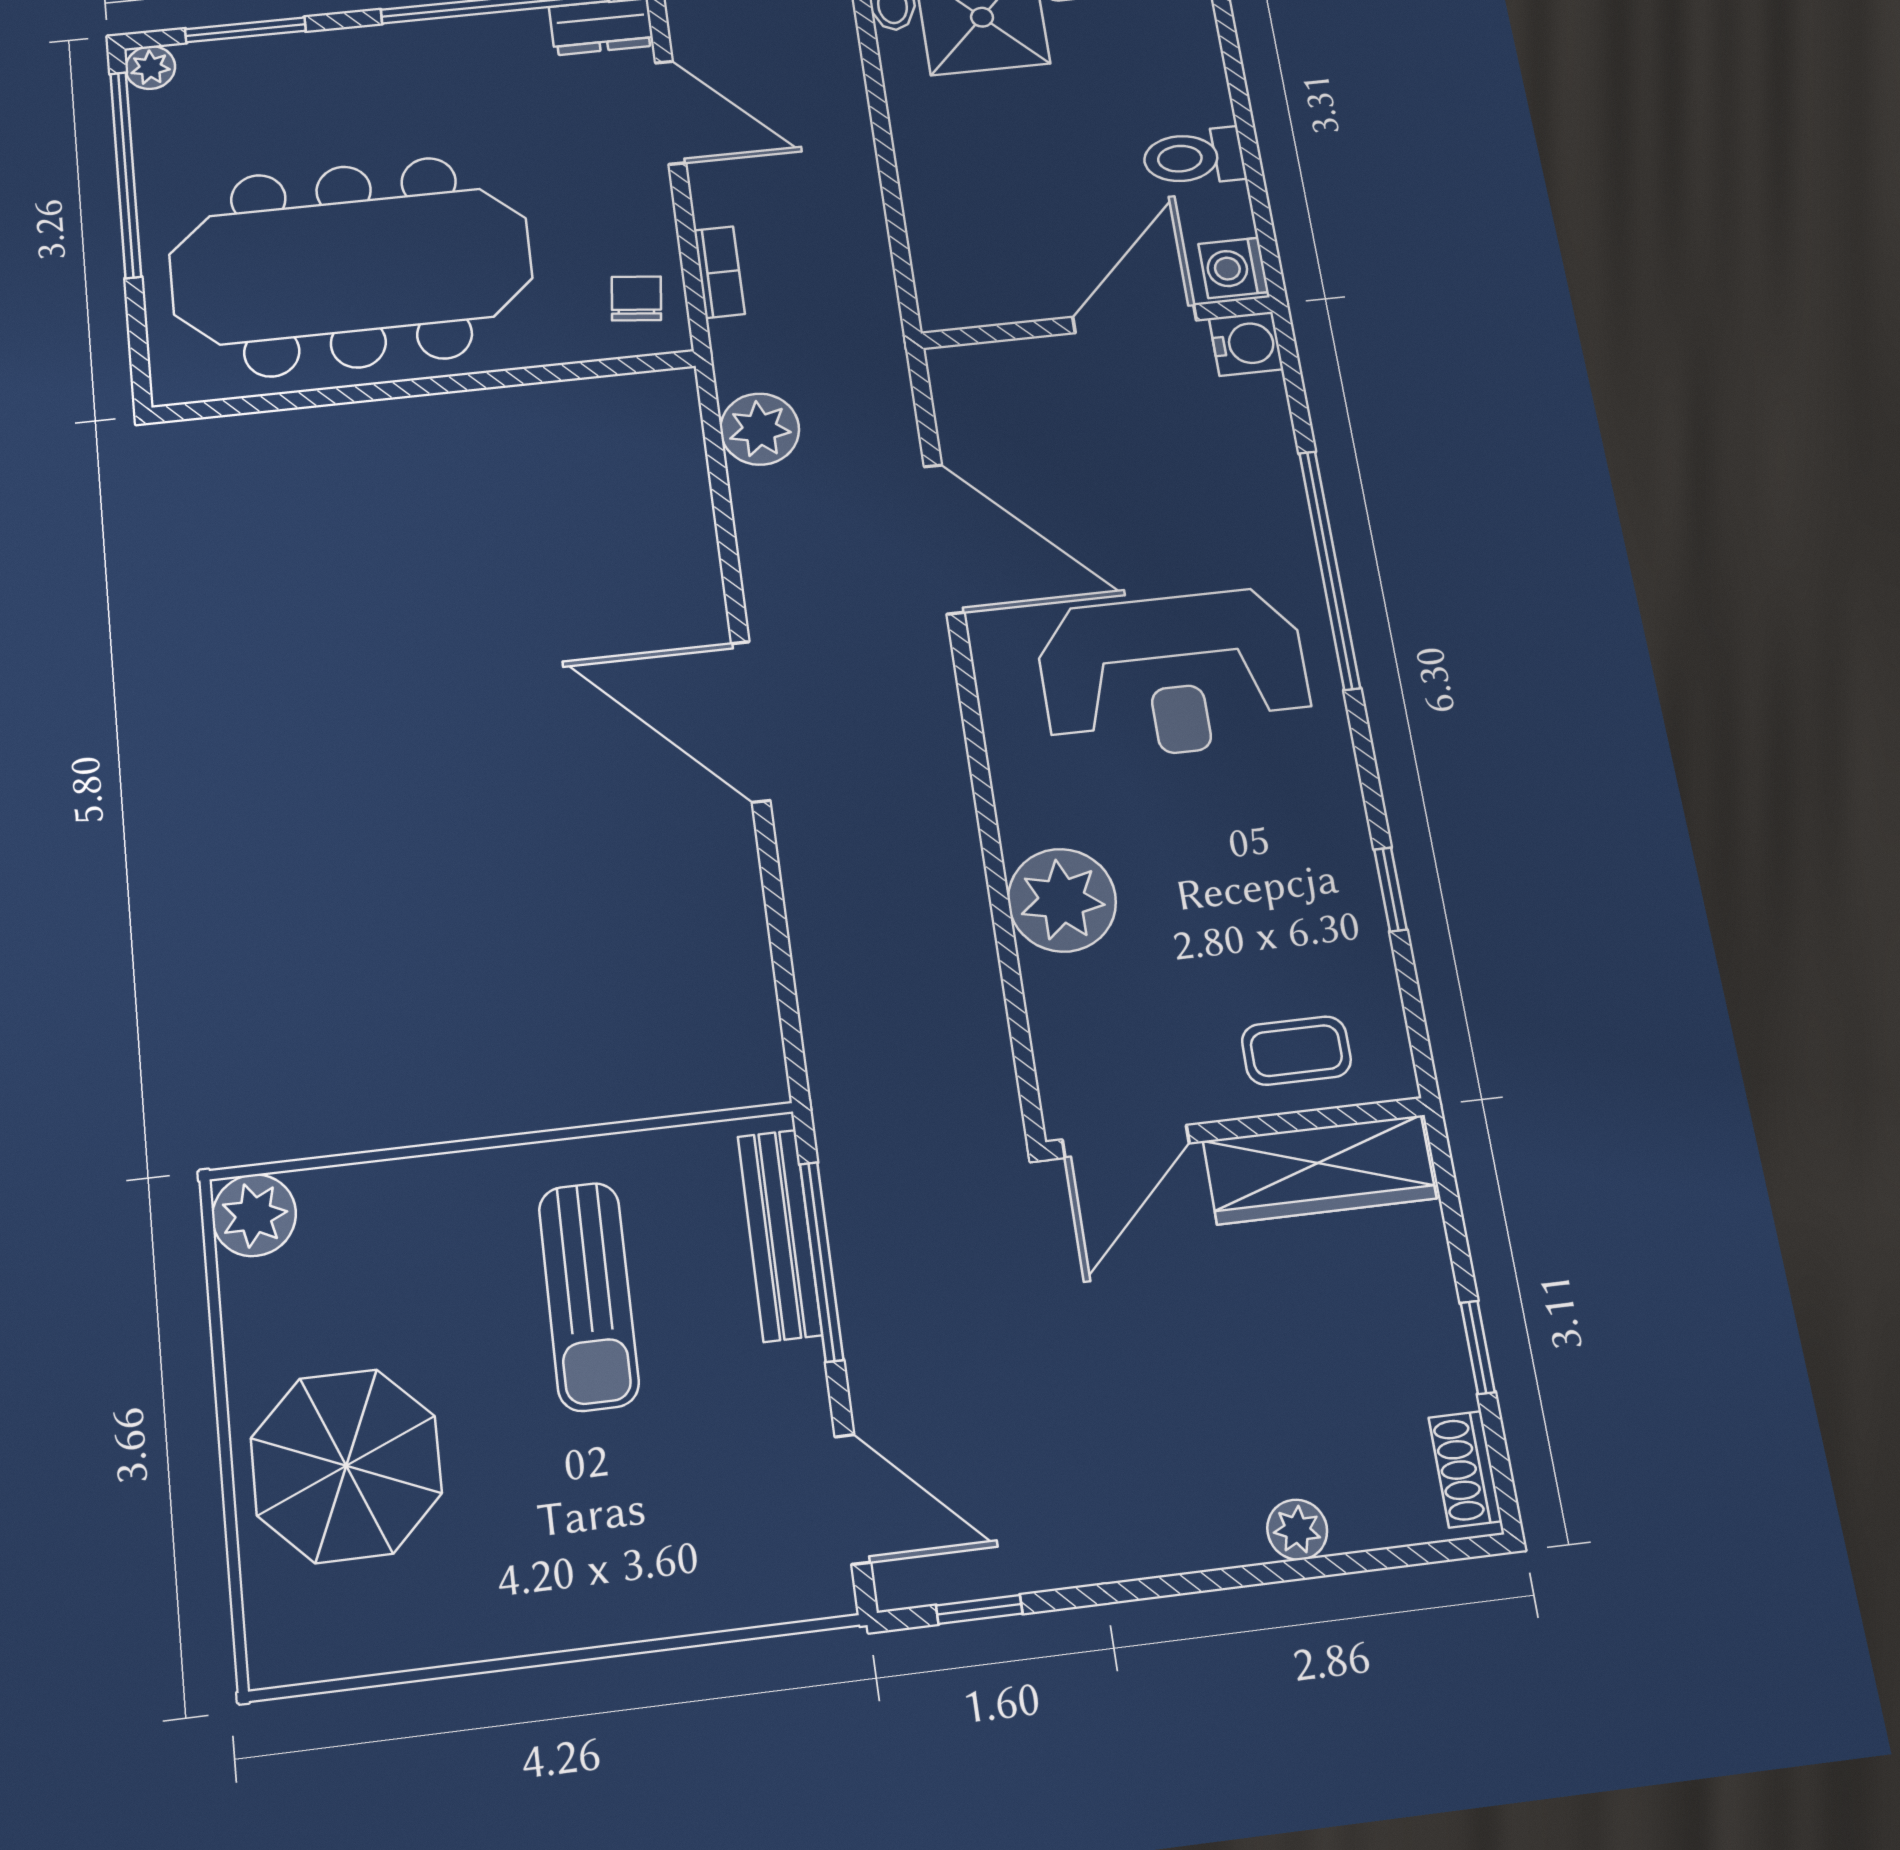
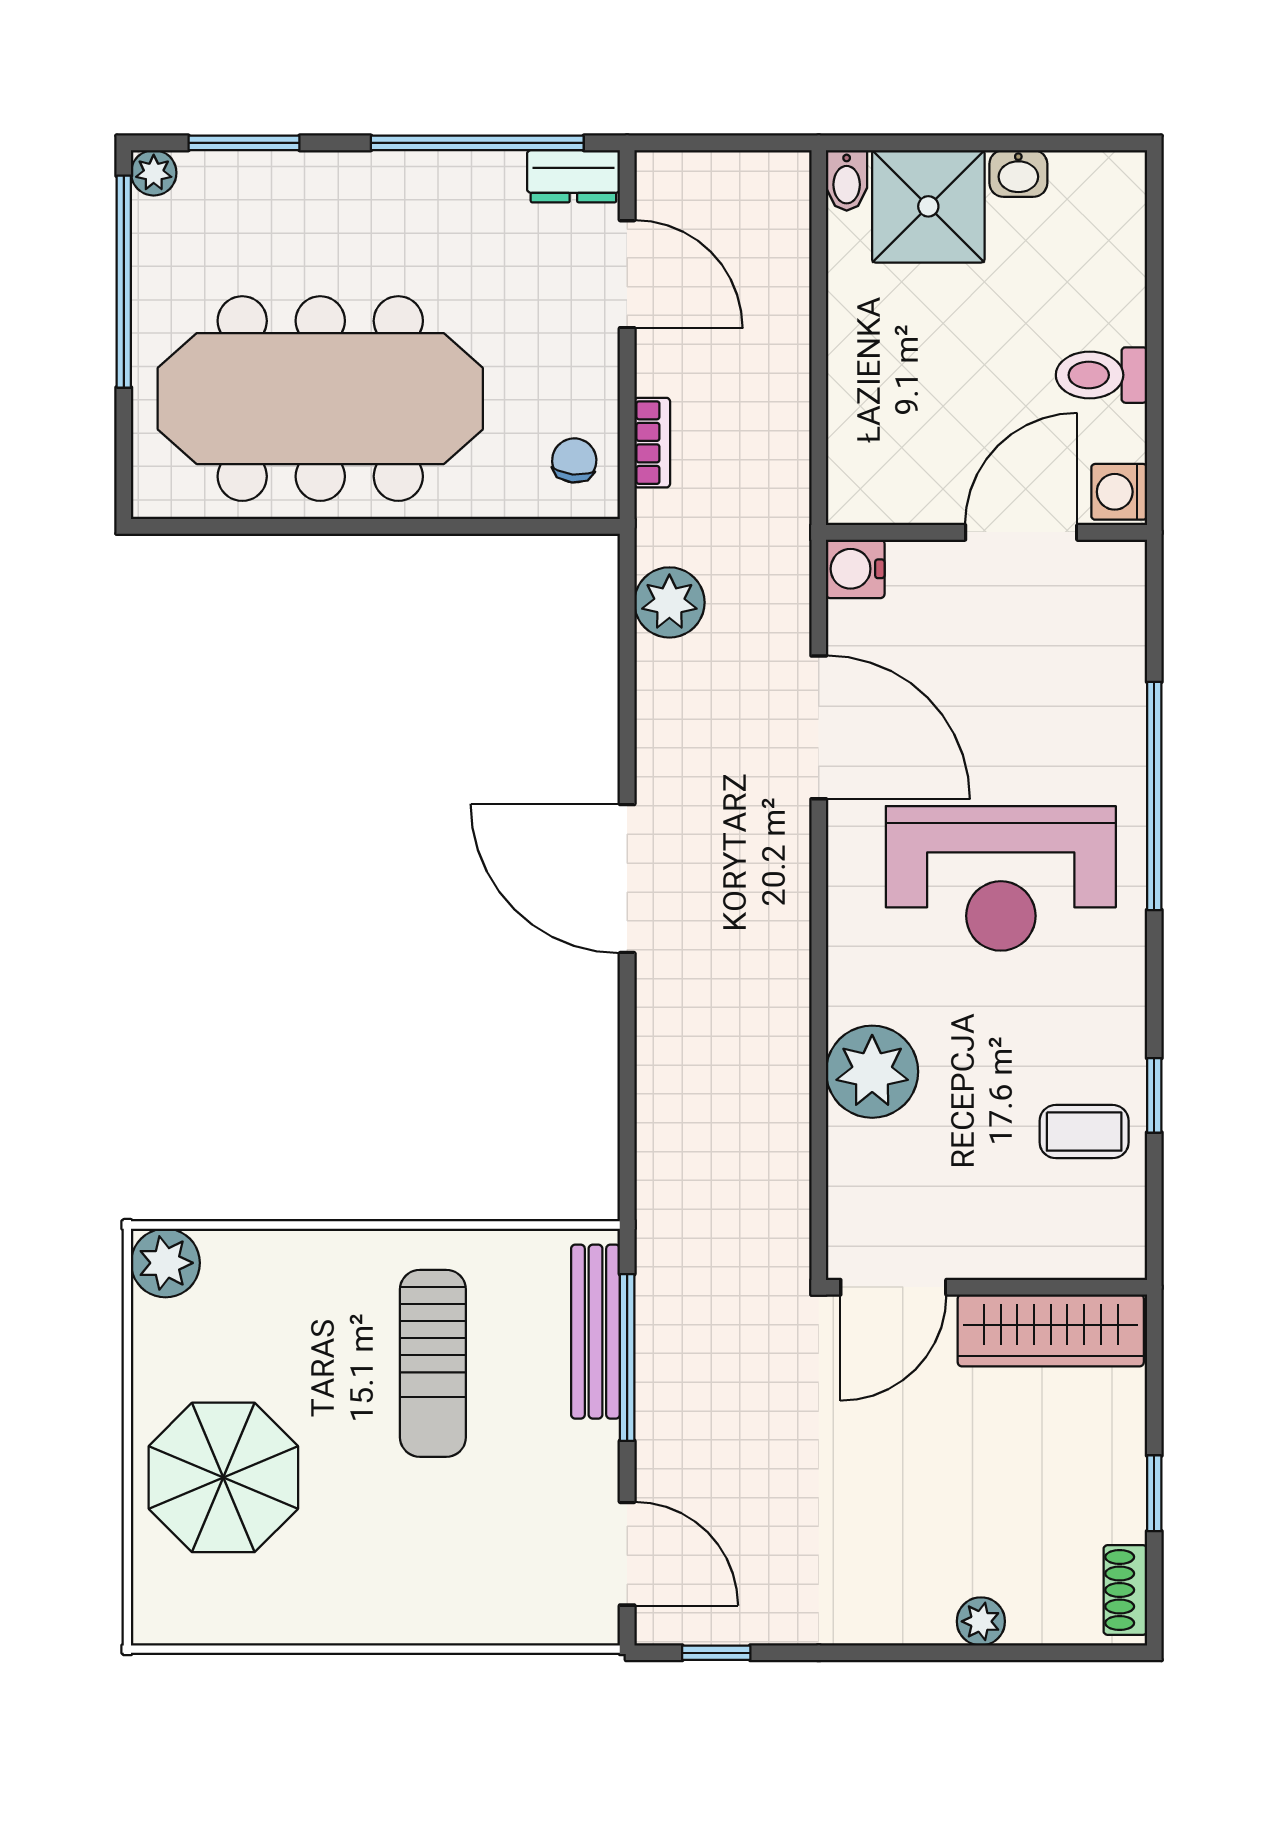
water cooler: (1246, 344) -> (855, 569), moved, turned 180
coffee table: (1296, 1051) -> (1084, 1132), moved

